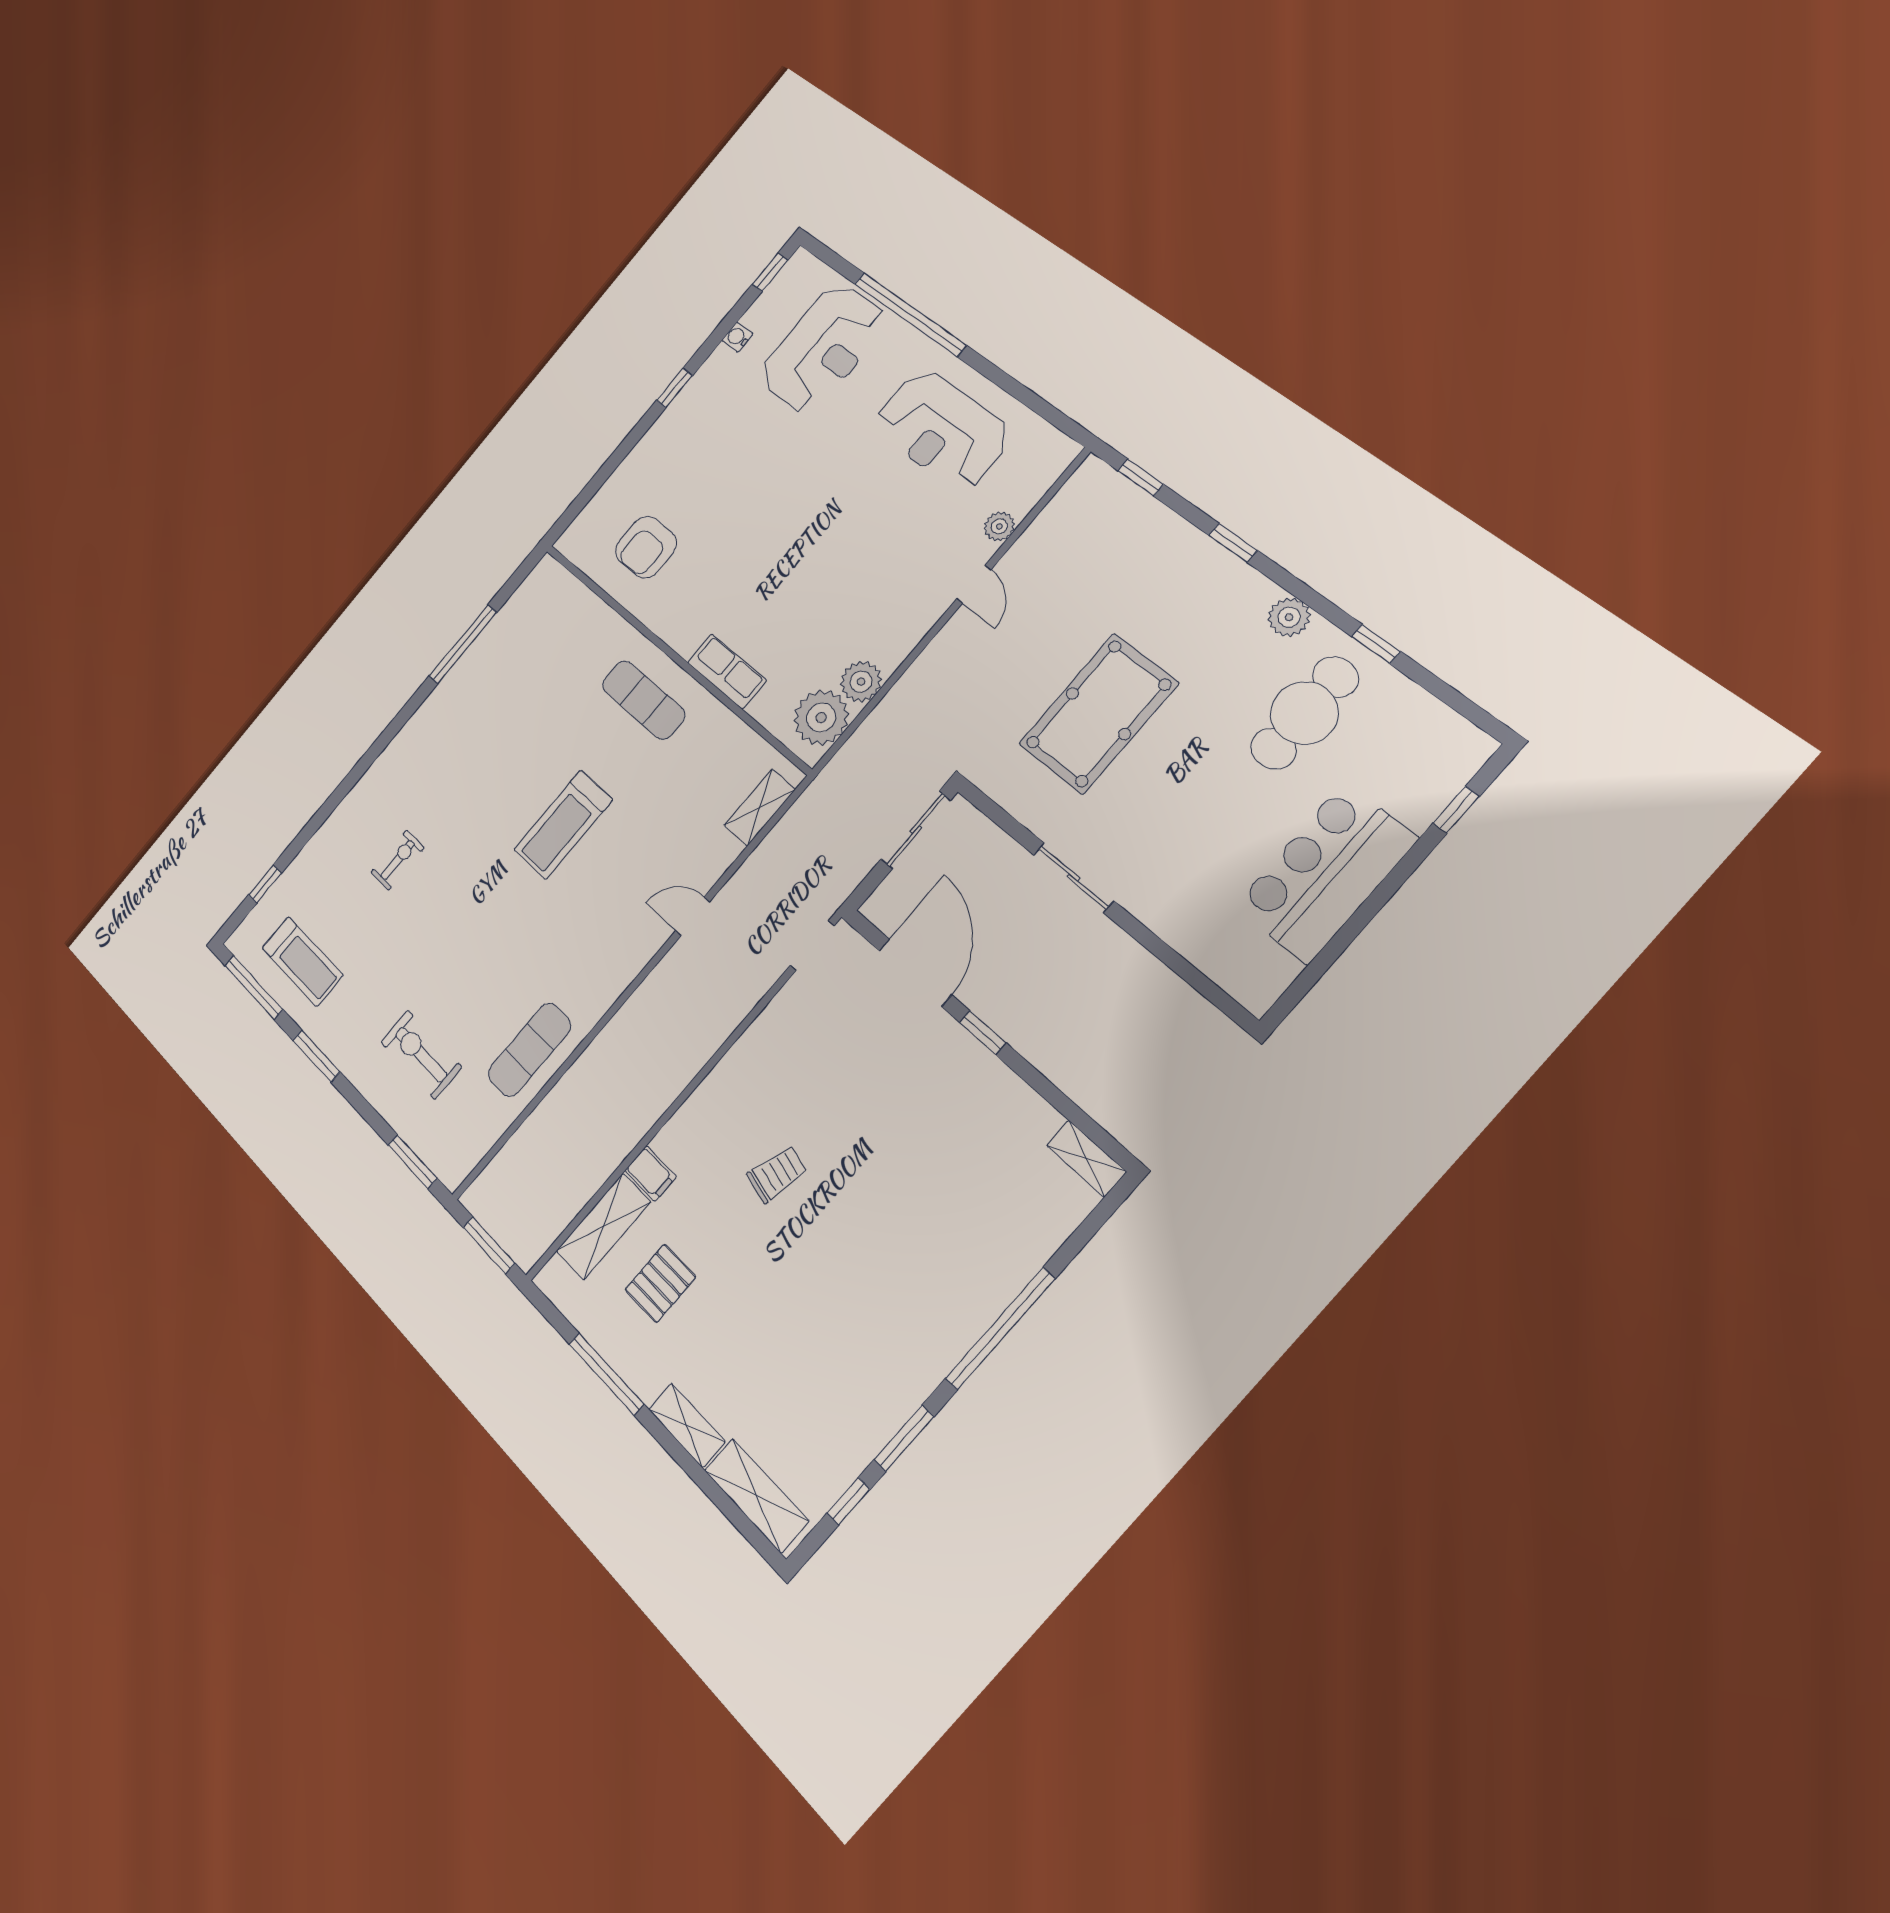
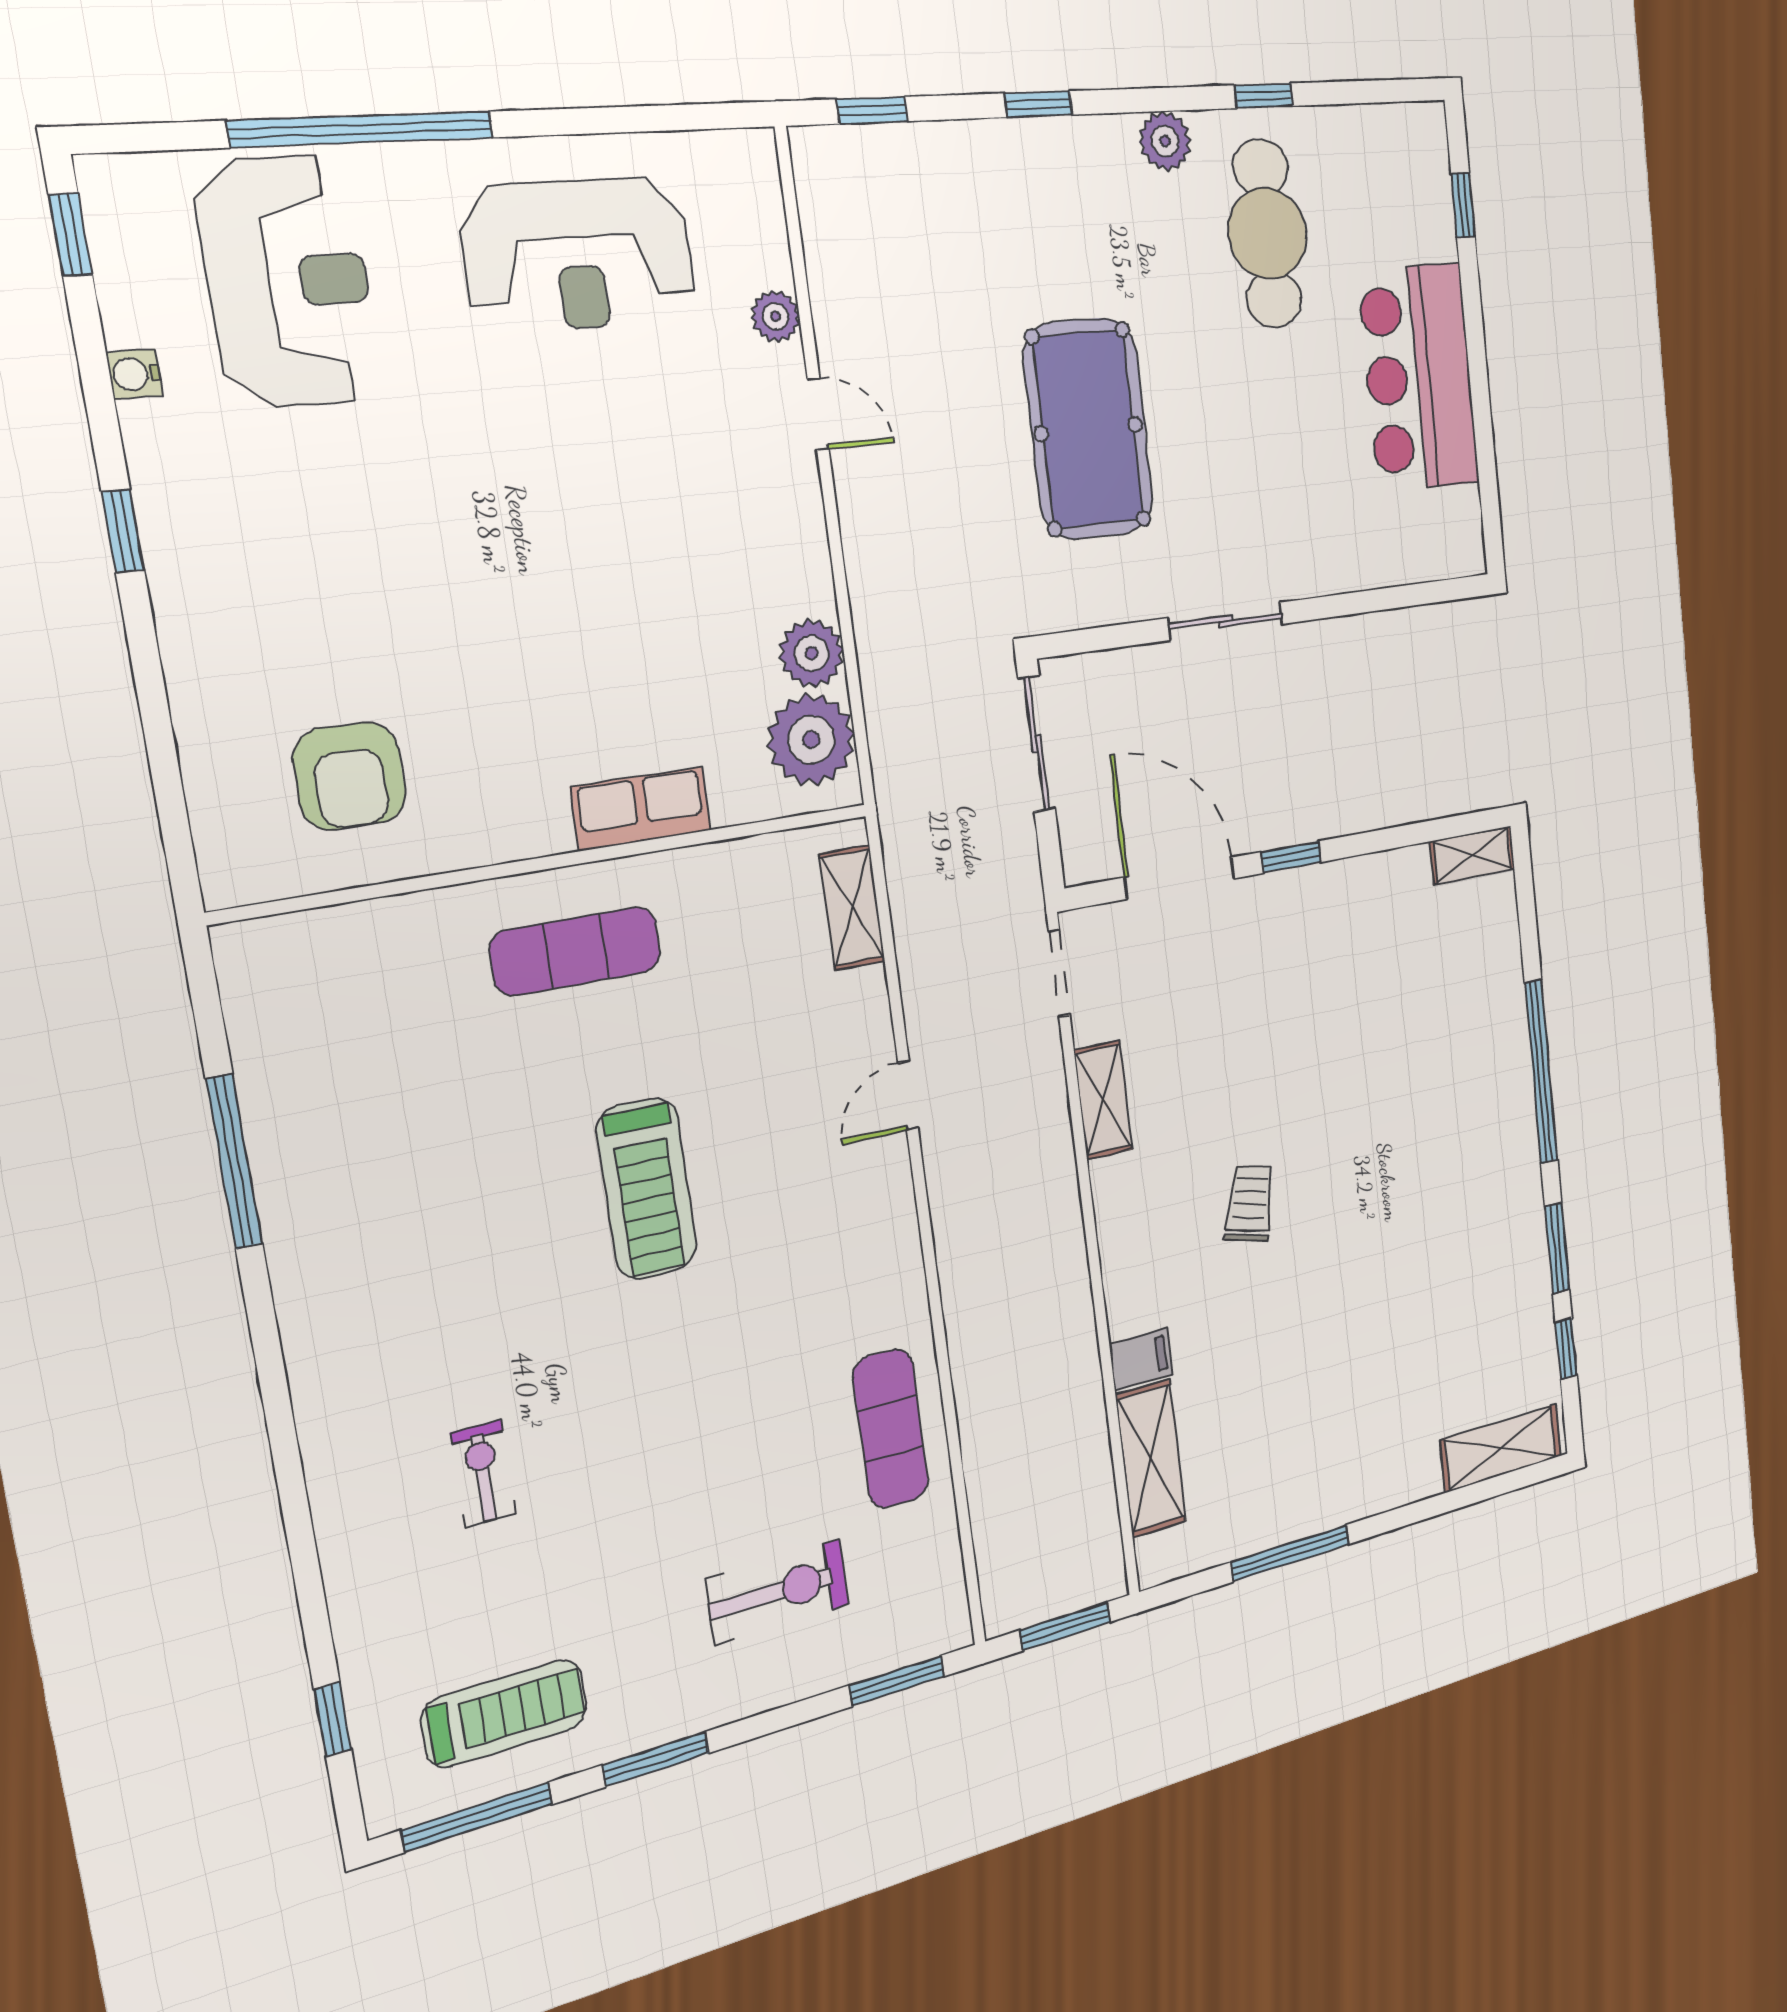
exercise bike: (421, 1055) -> (778, 1592), turned 180
pallet: (660, 1283) -> (1253, 1425), removed
shelving: (687, 1425) -> (1103, 1100), moved, turned 90

